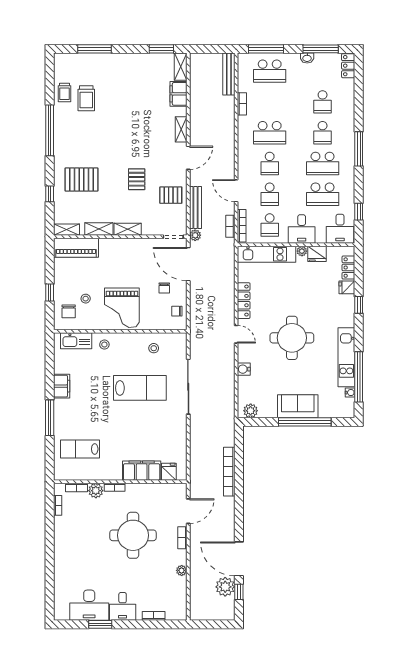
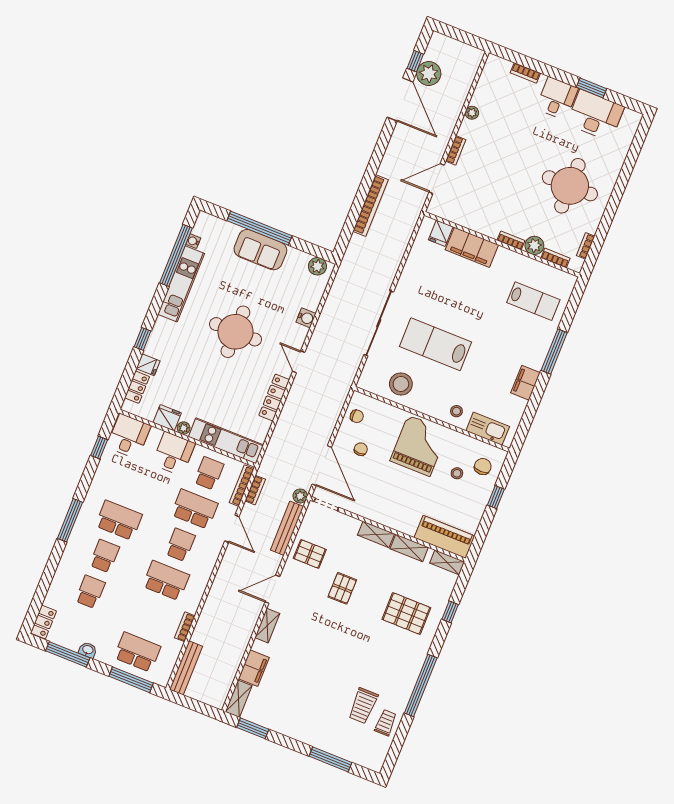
trolley: (86, 98) -> (363, 706), turned 180
school desk: (270, 194) -> (195, 509), width x1.85
school desk: (323, 194) -> (133, 484), removed
stool: (154, 348) -> (401, 384), width x1.89, depth x1.89
round table: (133, 535) -> (570, 186), moved

